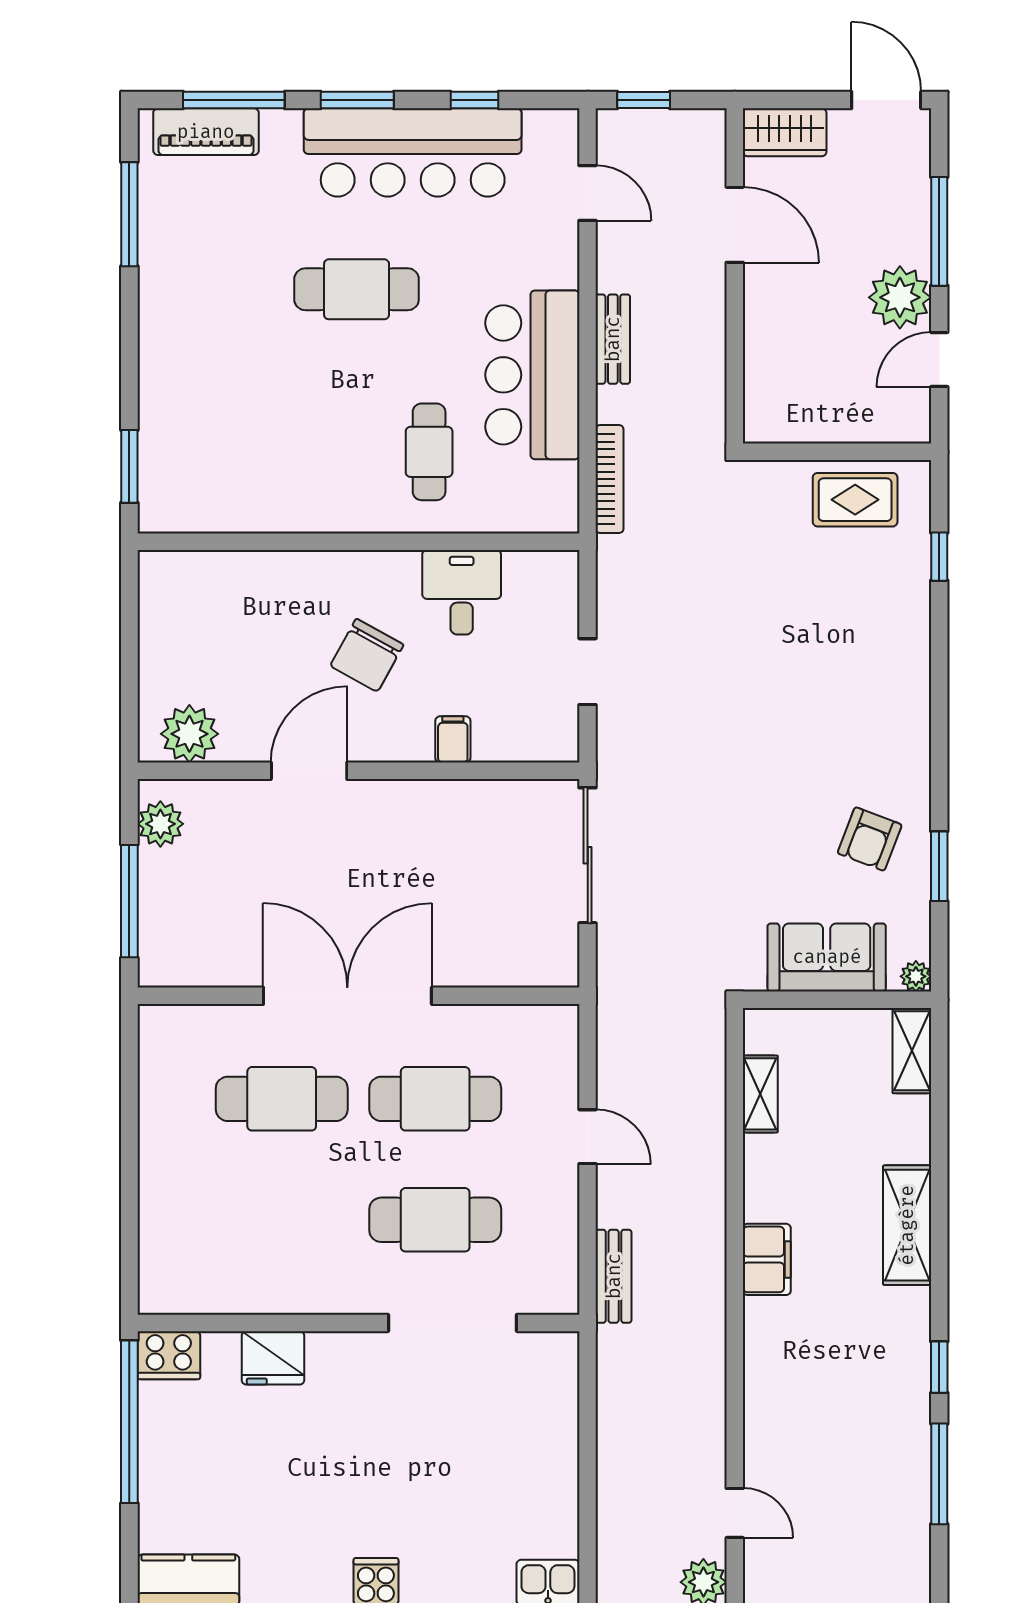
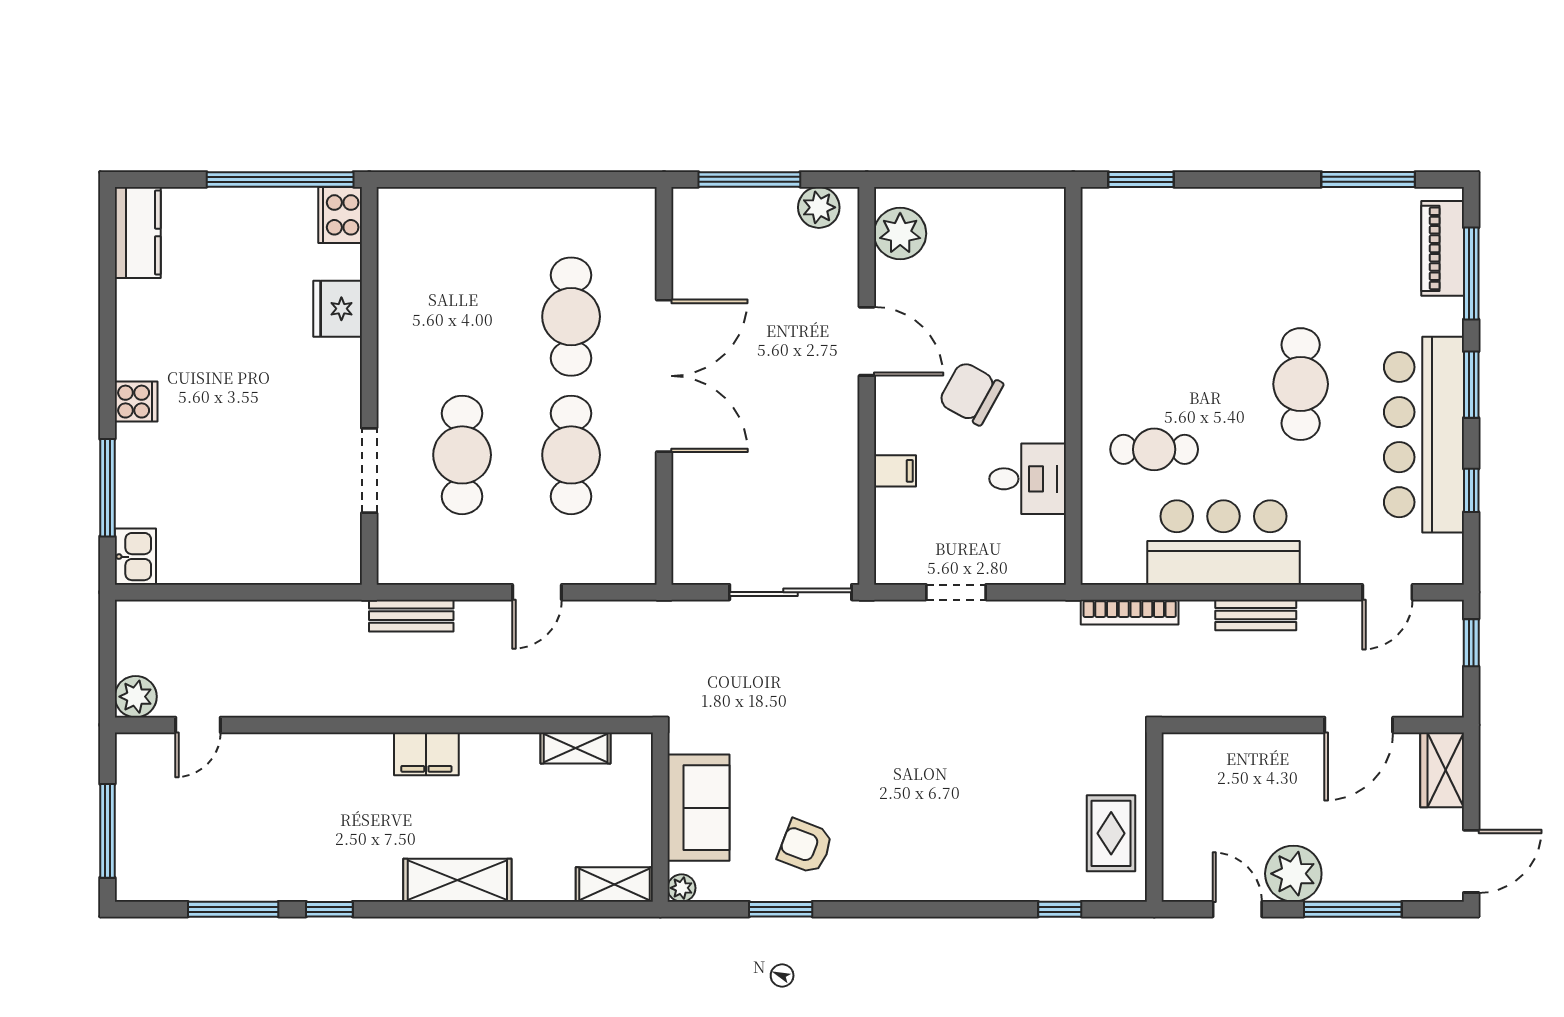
doorway: (452, 1323) -> (369, 471), width x0.73

